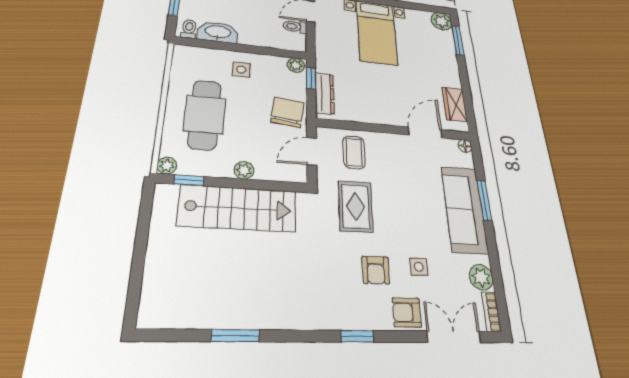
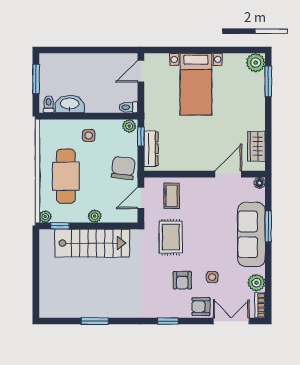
toilet: (295, 27) -> (128, 107), moved

